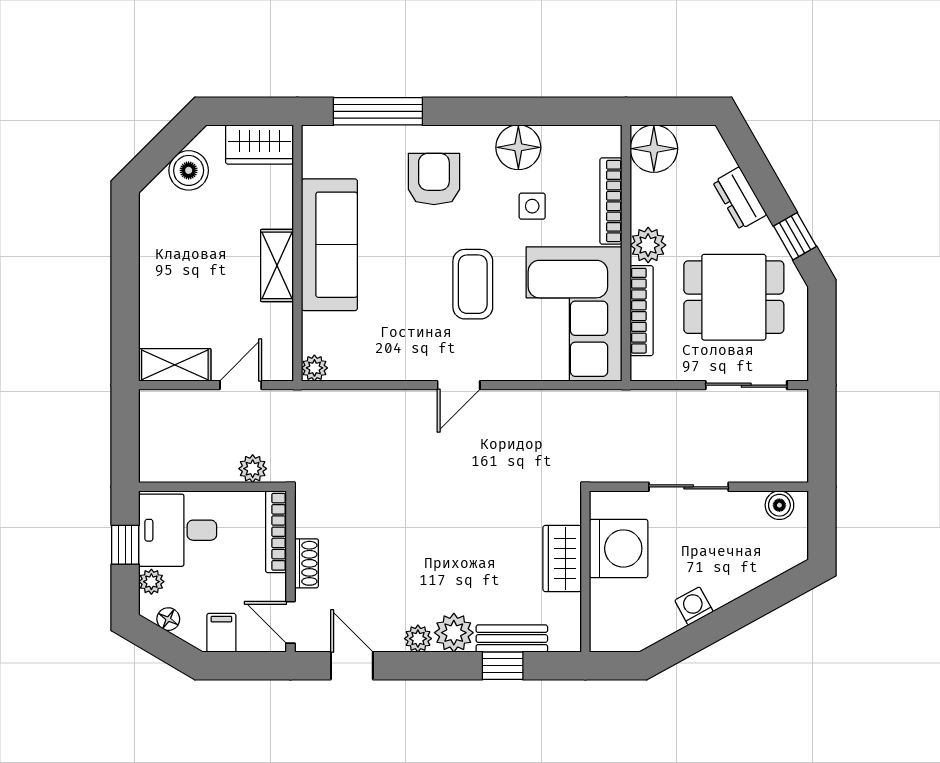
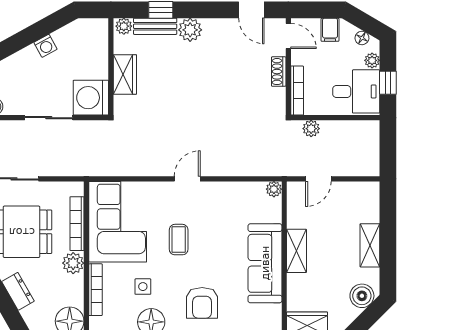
boiler: (189, 170) -> (362, 296), moved
coffee table: (473, 284) -> (179, 240), width x0.73, depth x0.77
shelving: (175, 365) -> (370, 245), moved, turned 90
washing machine: (619, 548) -> (91, 98), moved
plant: (418, 639) -> (124, 26), moved

